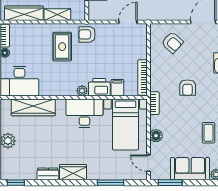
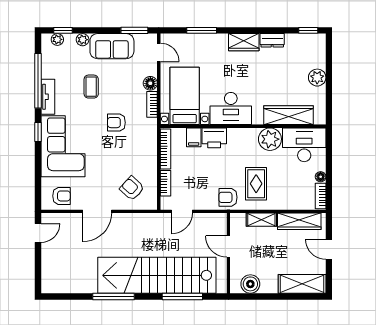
armchair: (87, 34) -> (228, 197), turned 180
bookcase: (142, 47) -> (165, 183), added
armchair: (188, 88) -> (116, 123), moved, turned -90
plant: (82, 91) -> (270, 139), moved, width x1.88, depth x1.88
bookcase: (154, 103) -> (152, 104), moved

